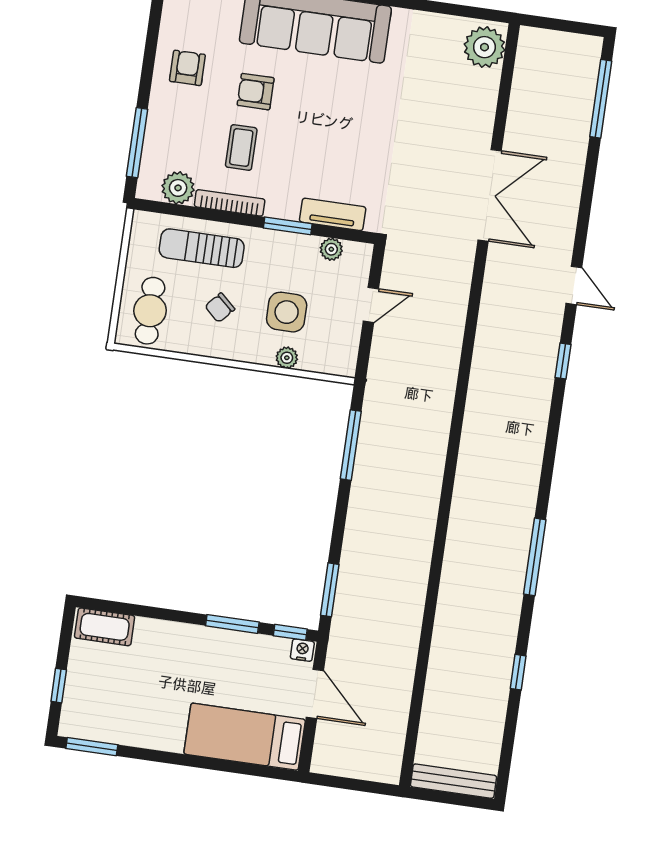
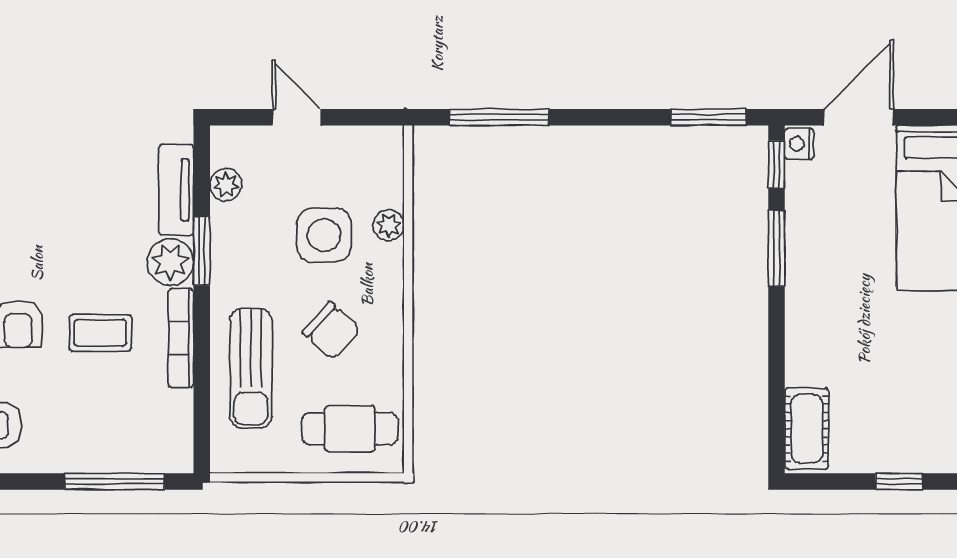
plant: (178, 188) -> (170, 262), moved
chair: (220, 308) -> (331, 331), width x1.37, depth x1.37

